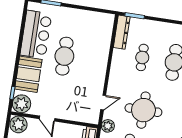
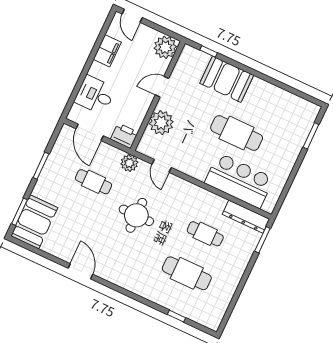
bar counter: (36, 34) -> (239, 181), moved, turned 180
plant: (22, 104) -> (161, 123), moved
round table: (143, 110) -> (136, 215), width x0.73, depth x0.73

